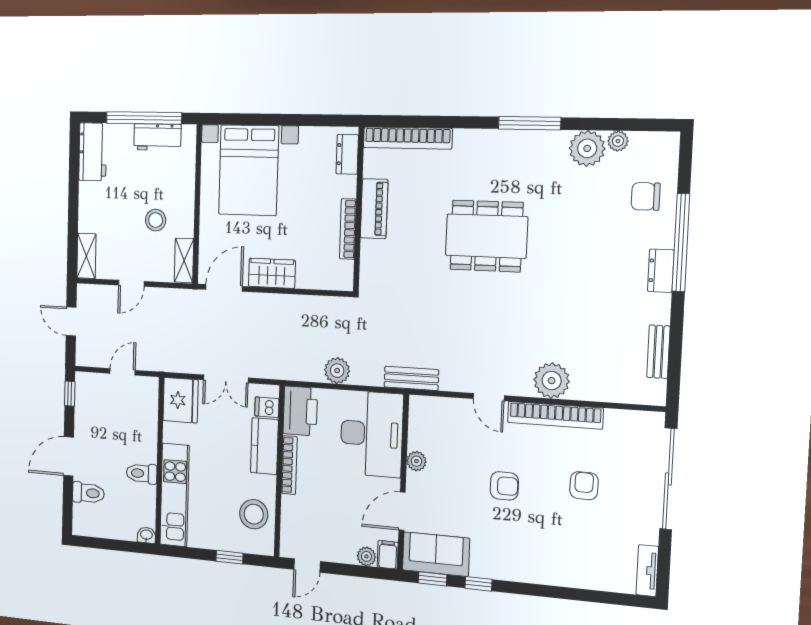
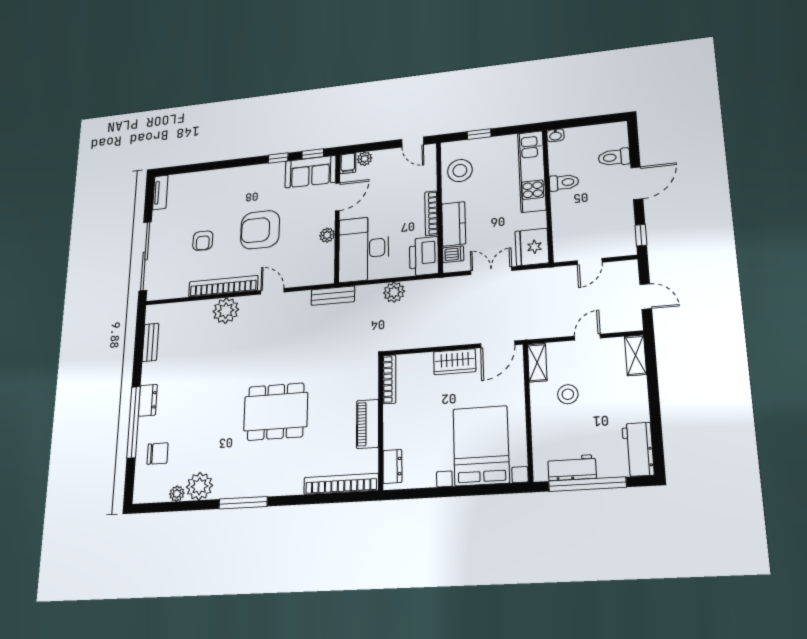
bookcase: (348, 229) -> (389, 379), moved
armchair: (504, 486) -> (260, 230), width x1.88, depth x1.88
door: (307, 565) -> (413, 142), swing flipped

